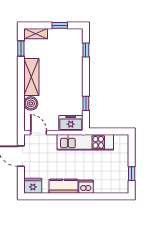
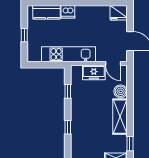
window: (86, 50) -> (68, 127), moved
freezer: (71, 123) -> (94, 73), moved
window: (132, 174) -> (24, 35), moved
kitchen counter: (64, 186) -> (47, 12), moved

